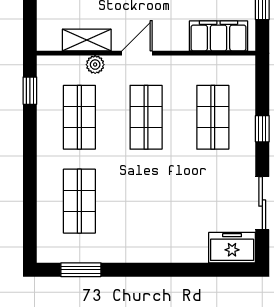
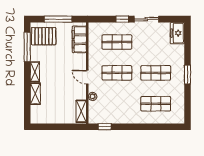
shelving: (87, 40) -> (81, 111), moved
shop shelf: (79, 117) -> (156, 73), moved
sliding door: (262, 203) -> (146, 19), moved
window: (81, 270) -> (187, 75), moved

